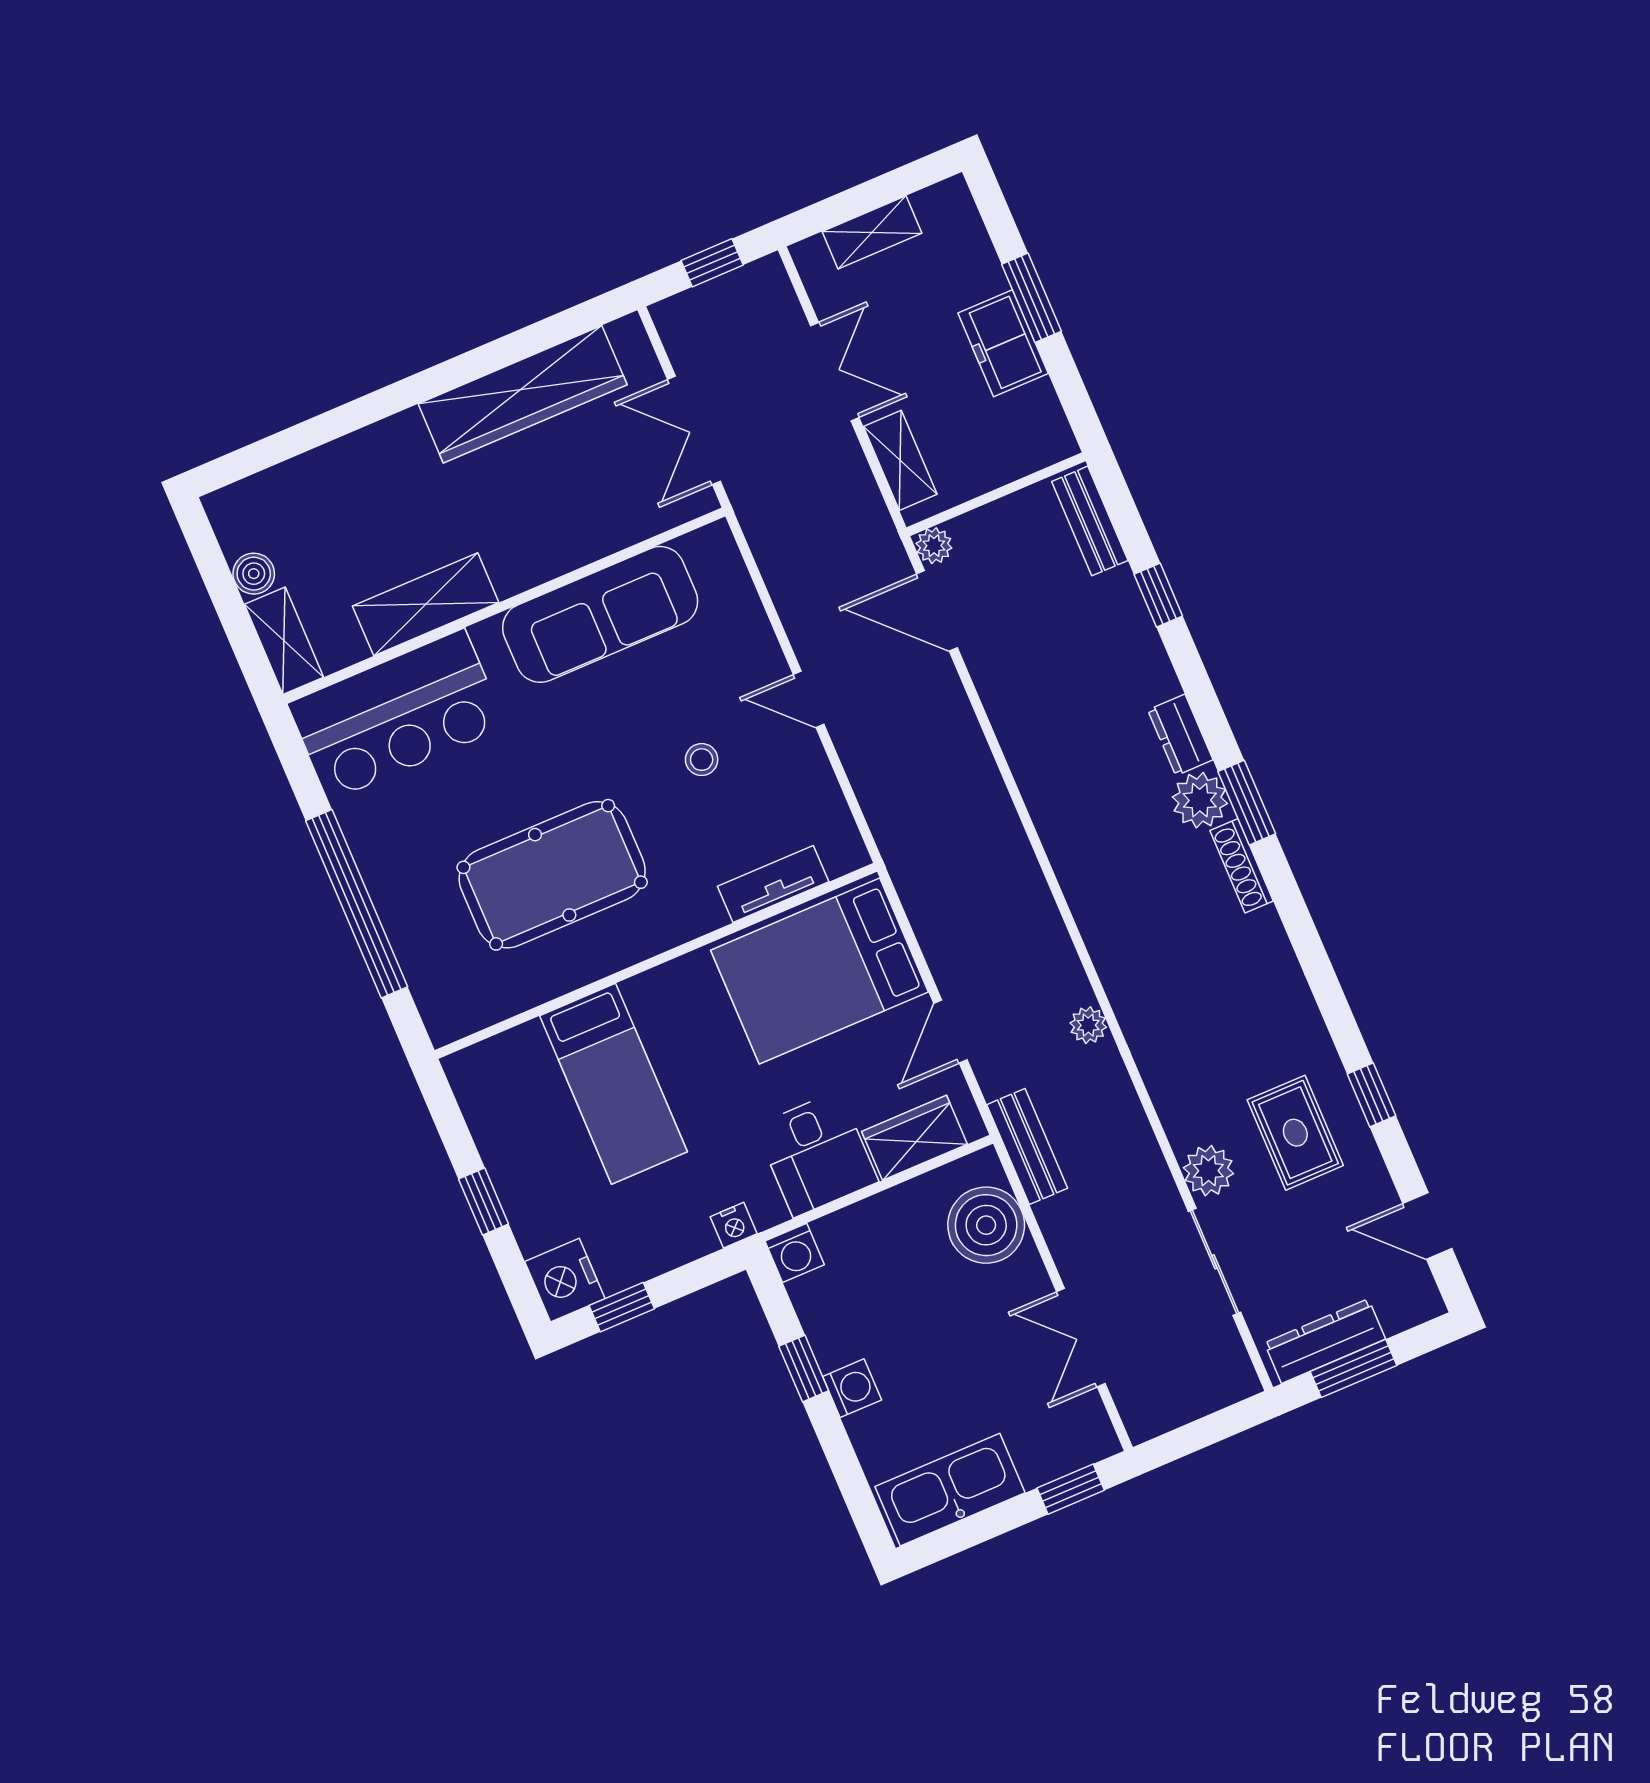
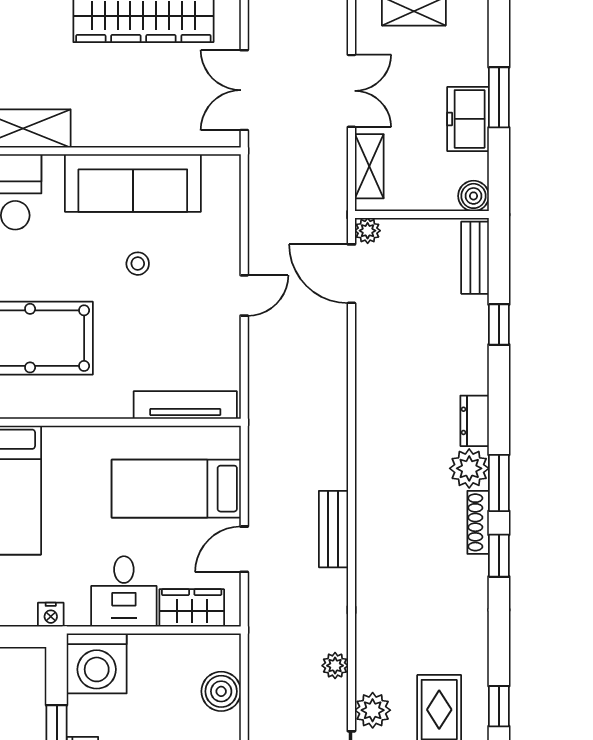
boiler: (1053, 441) -> (474, 196), added
door: (809, 699) -> (244, 295), swing flipped
stool: (702, 760) -> (138, 264), moved
tv unit: (773, 884) -> (185, 405), width x1.41
window: (1287, 898) -> (499, 556), added
bed: (819, 971) -> (176, 489), width x0.67
plant: (1088, 1025) -> (335, 666), moved
bench: (1027, 1146) -> (333, 529), moved
boiler: (986, 1225) -> (221, 691), width x0.73, depth x0.73
washing machine: (795, 1253) -> (97, 663), width x1.89, depth x1.89

